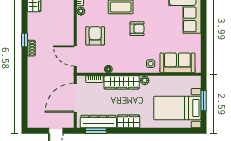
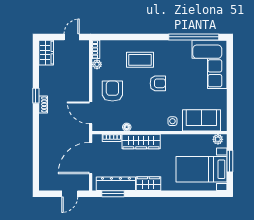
plant: (145, 80) -> (218, 139), moved

